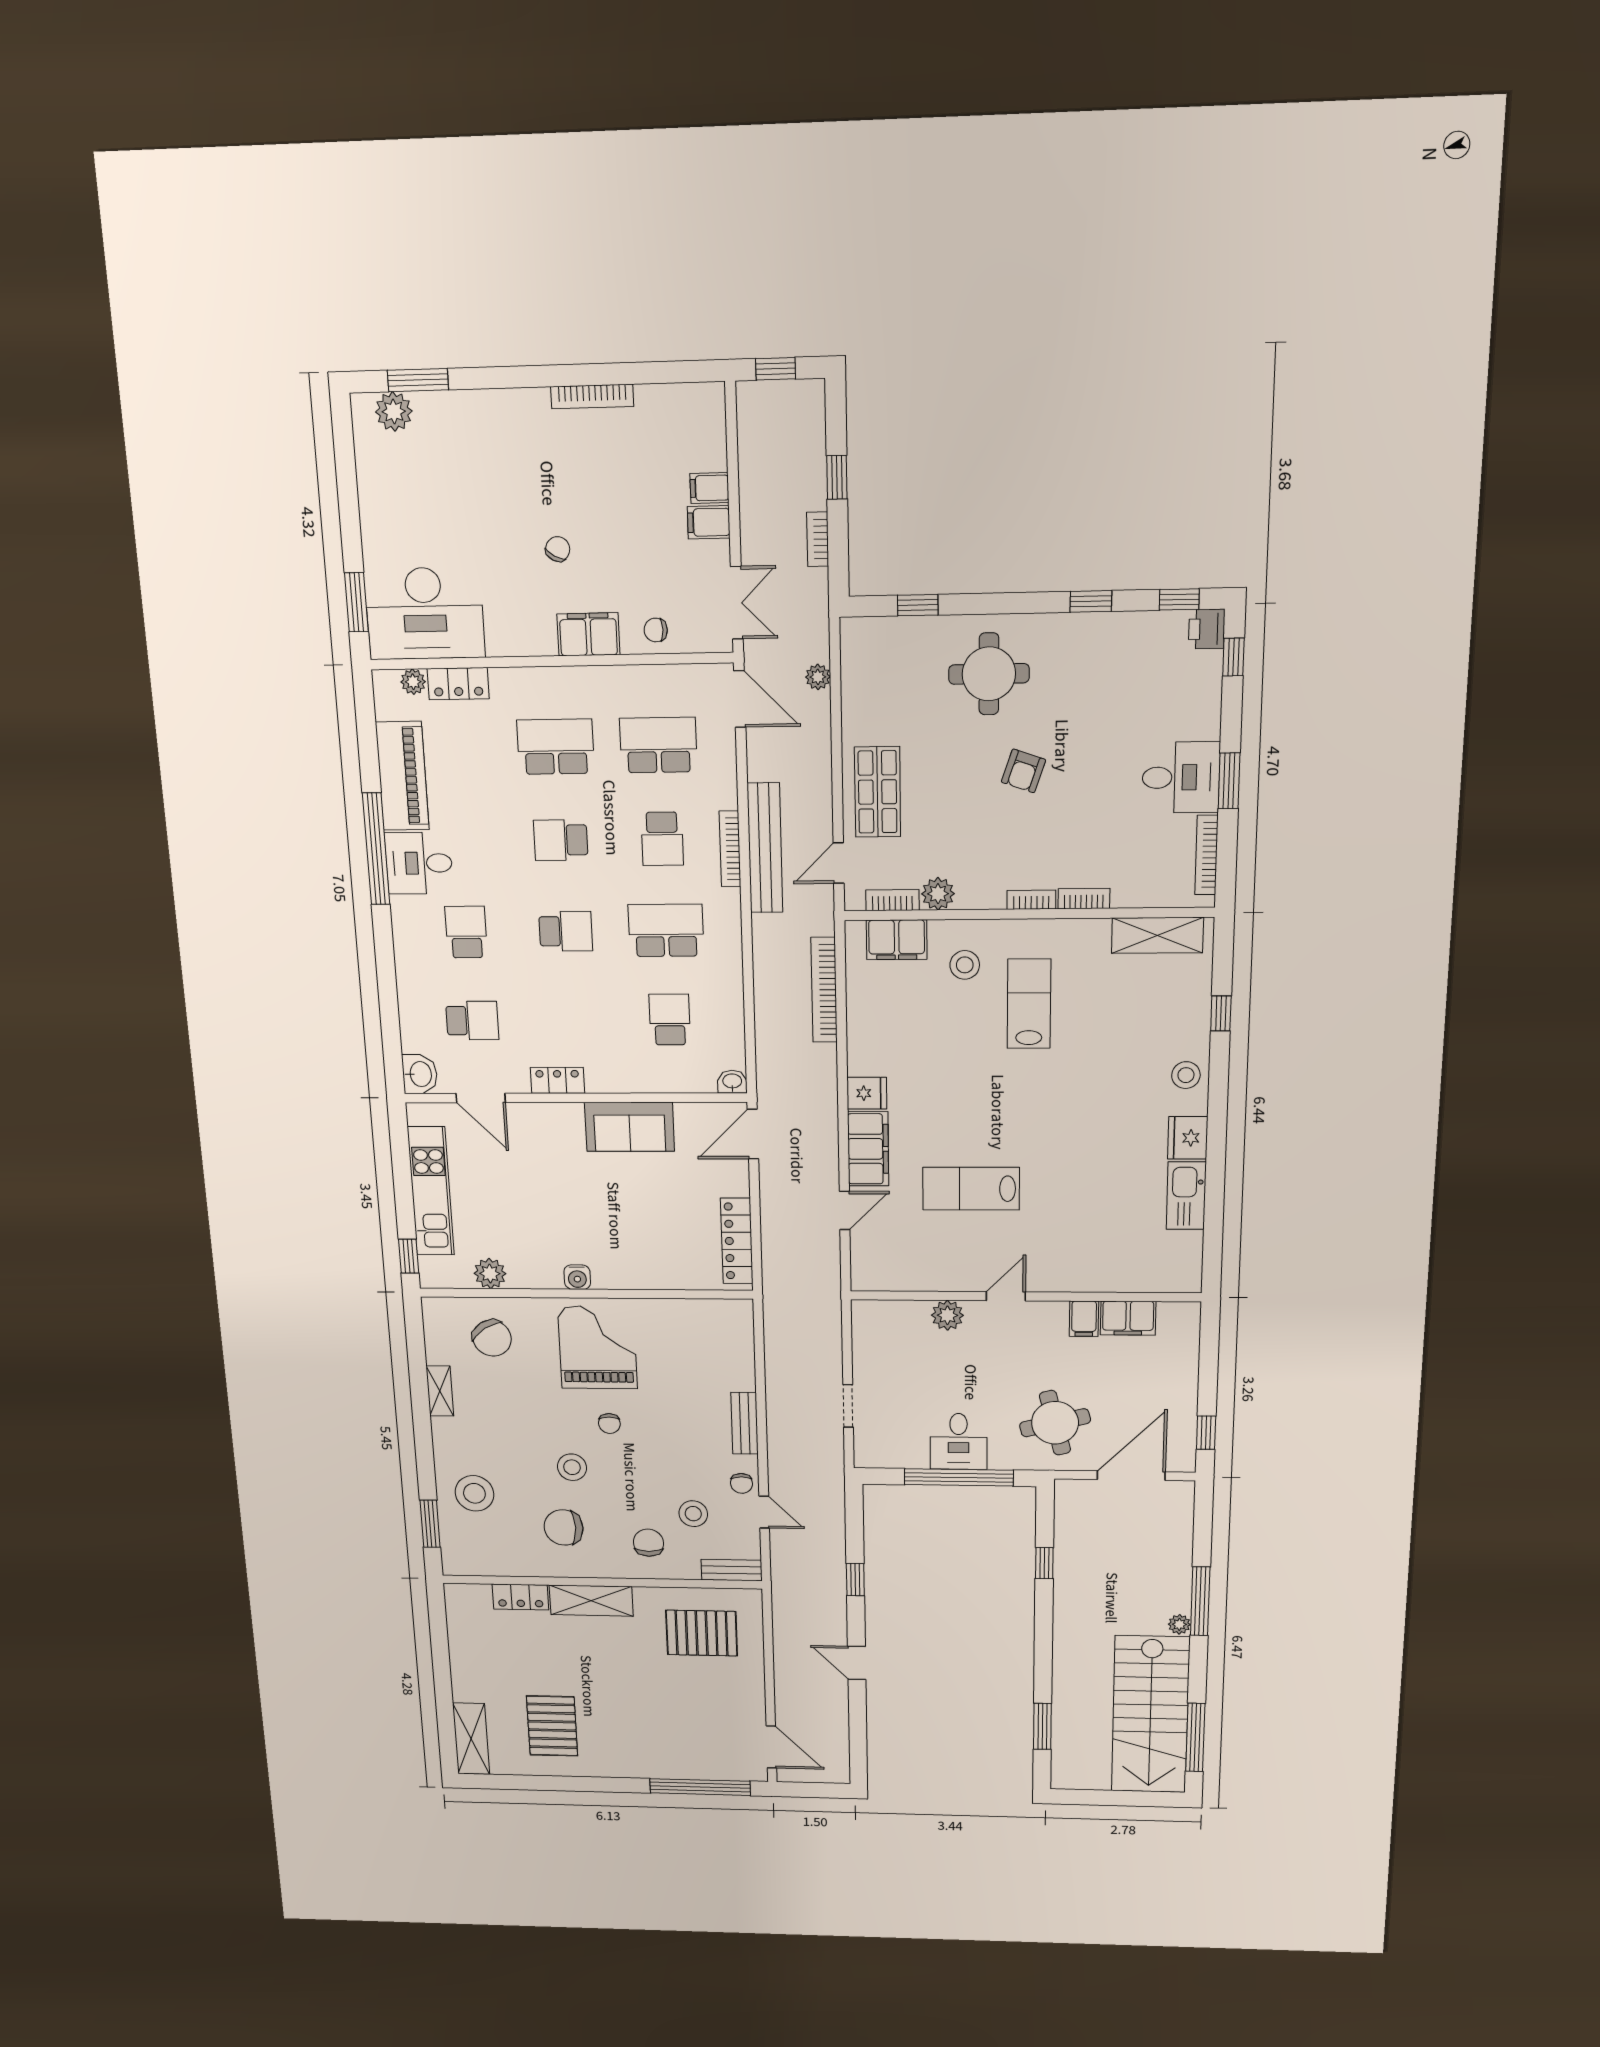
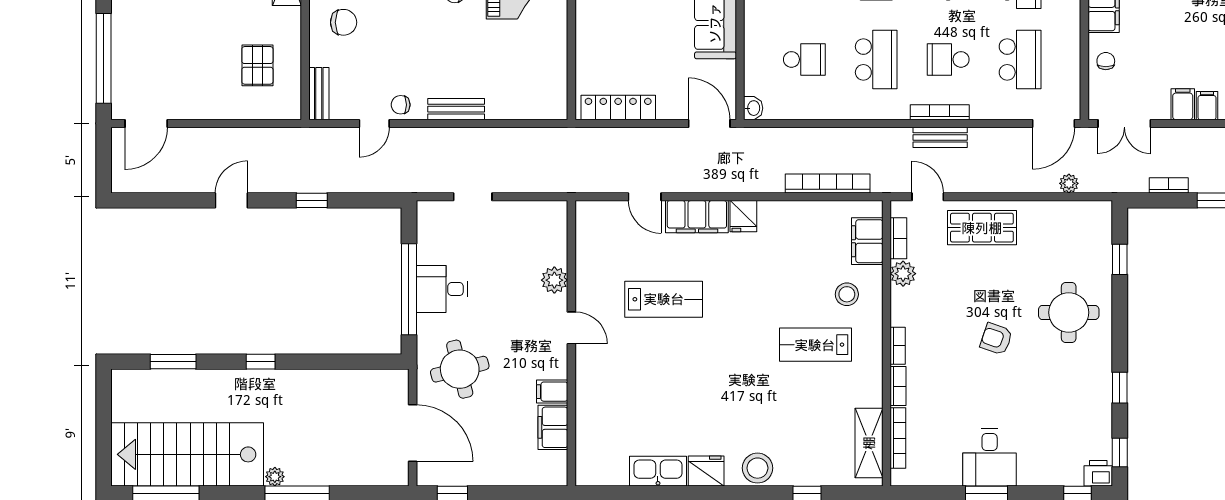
bench: (765, 848) -> (940, 137), width x0.54, depth x0.82
bookcase: (1206, 855) -> (898, 438), moved, turned 90
lab bench: (1029, 1004) -> (815, 345), turned 180
stool: (1186, 1075) -> (757, 468), width x1.38, depth x1.38
lab bench: (971, 1189) -> (664, 299), turned 90
stool: (693, 1514) -> (372, 62), removed
window: (1044, 1563) -> (261, 362), moved
pallet: (702, 1633) -> (257, 65), width x0.67, depth x0.71

